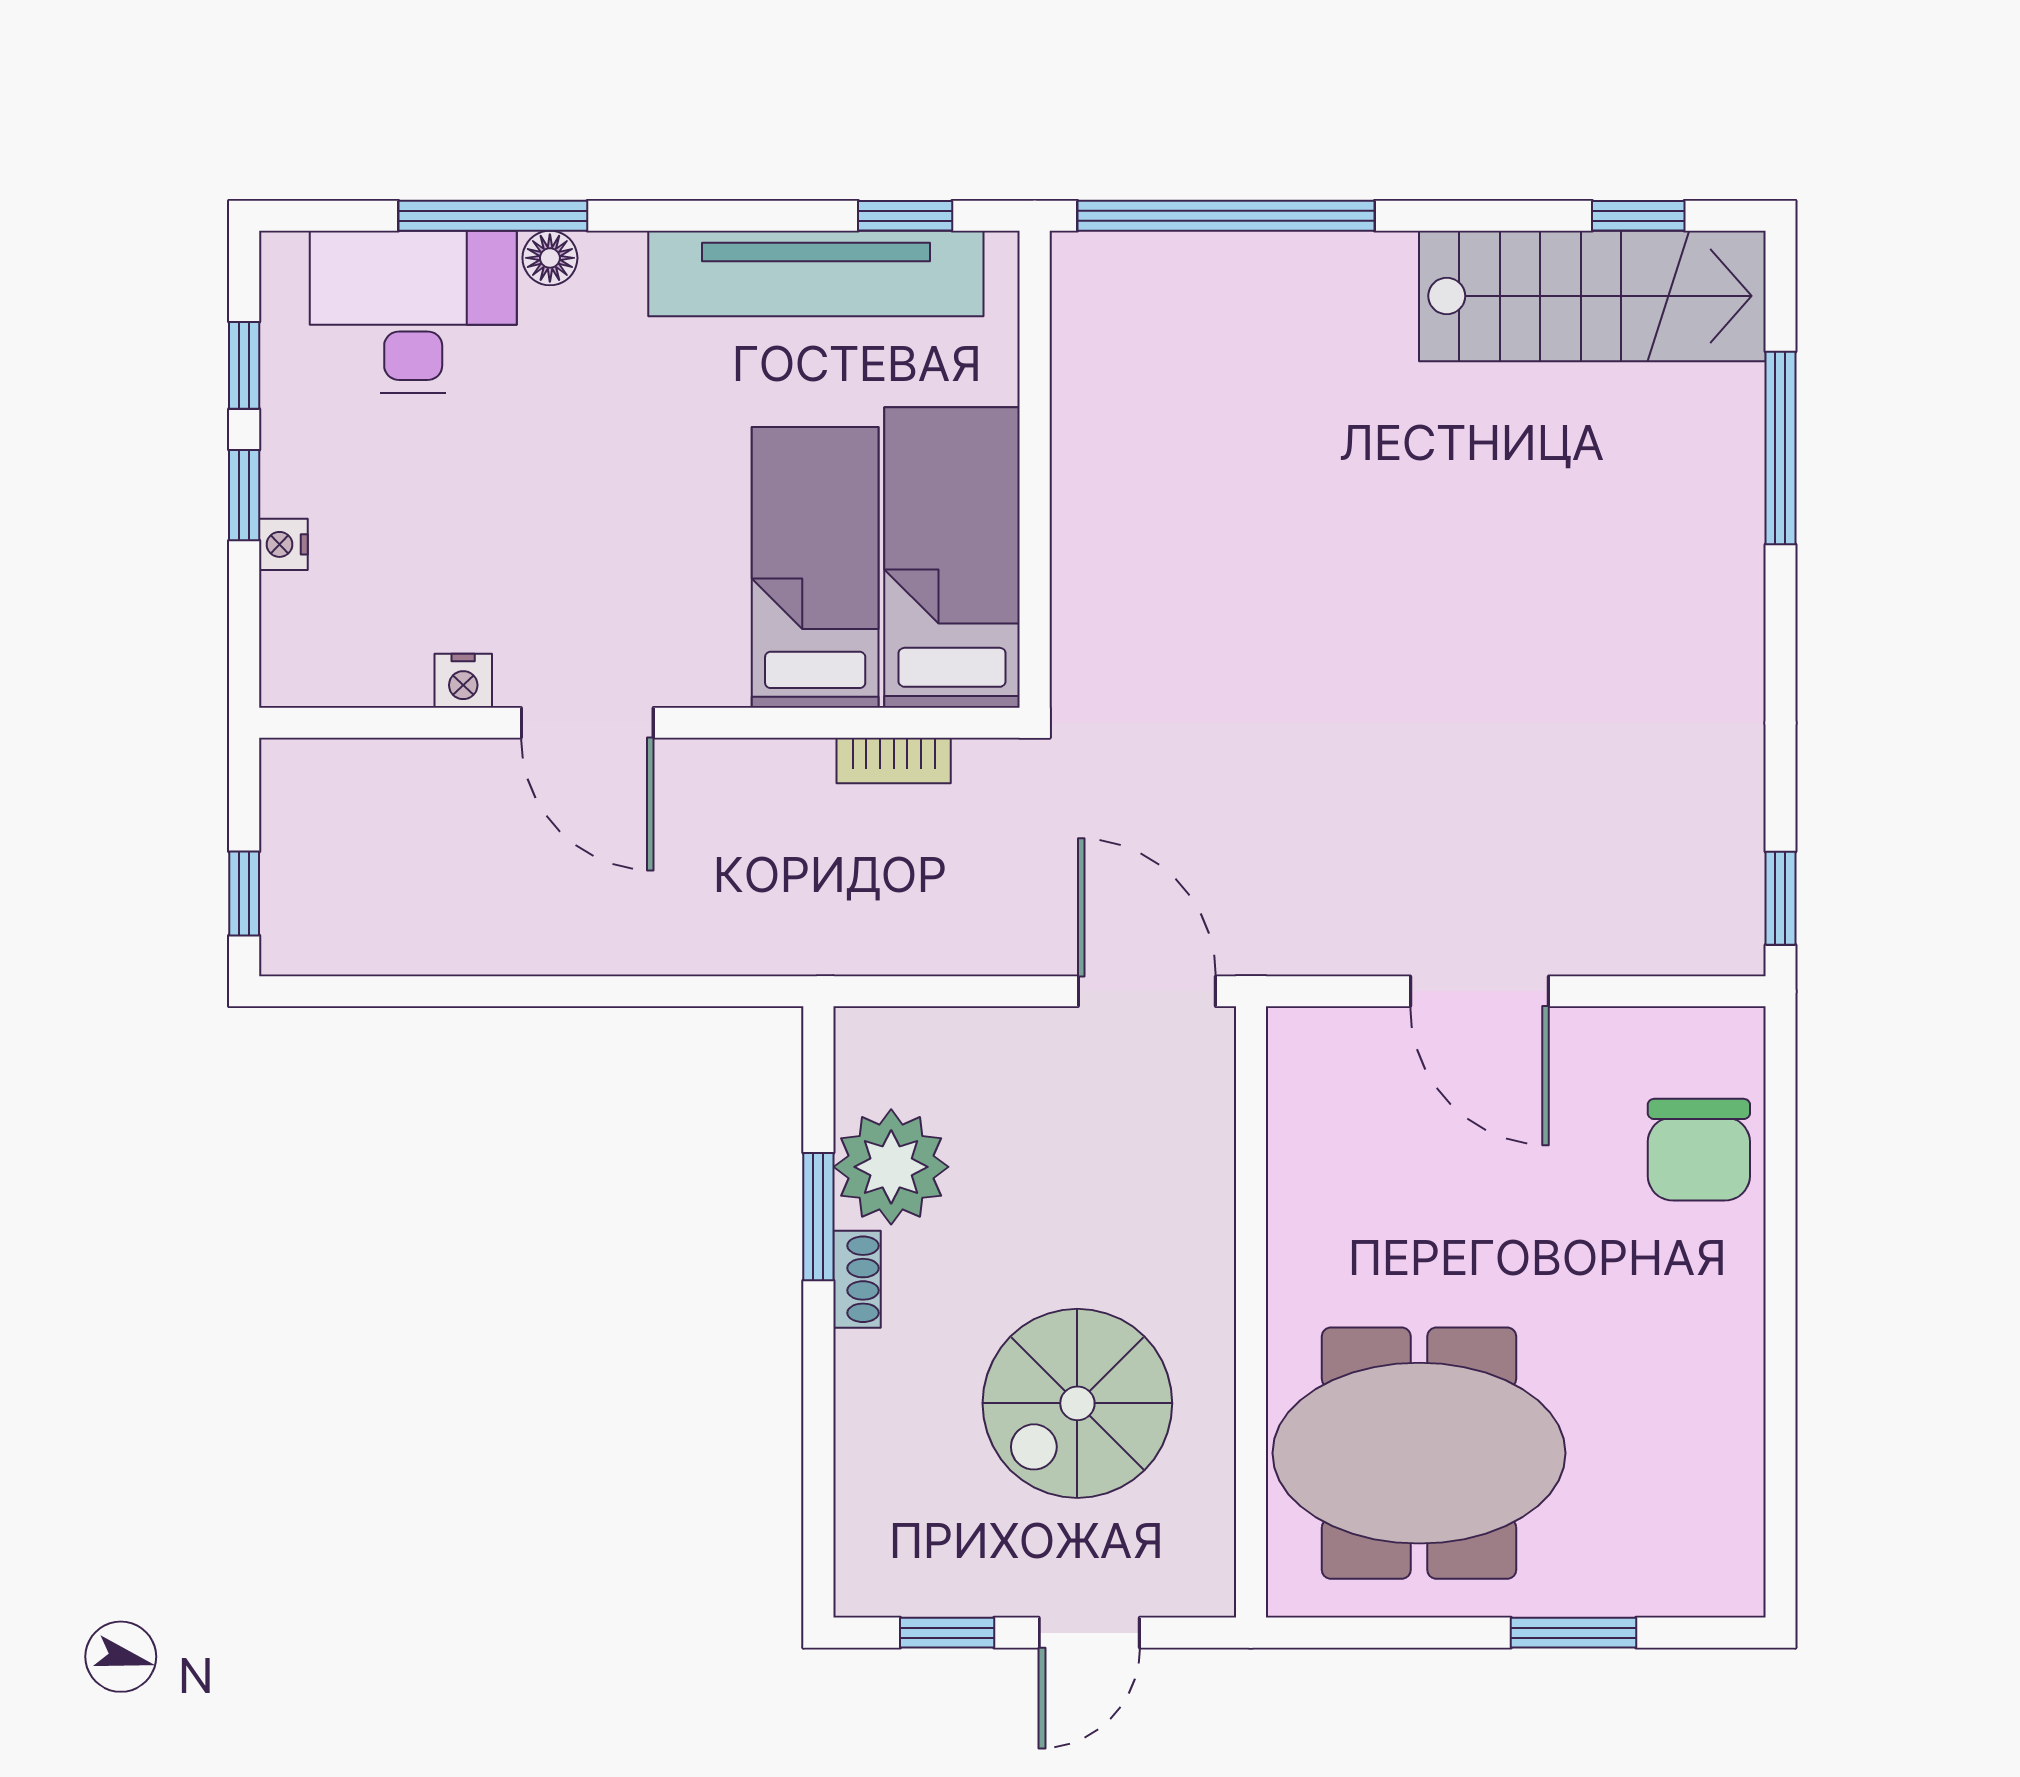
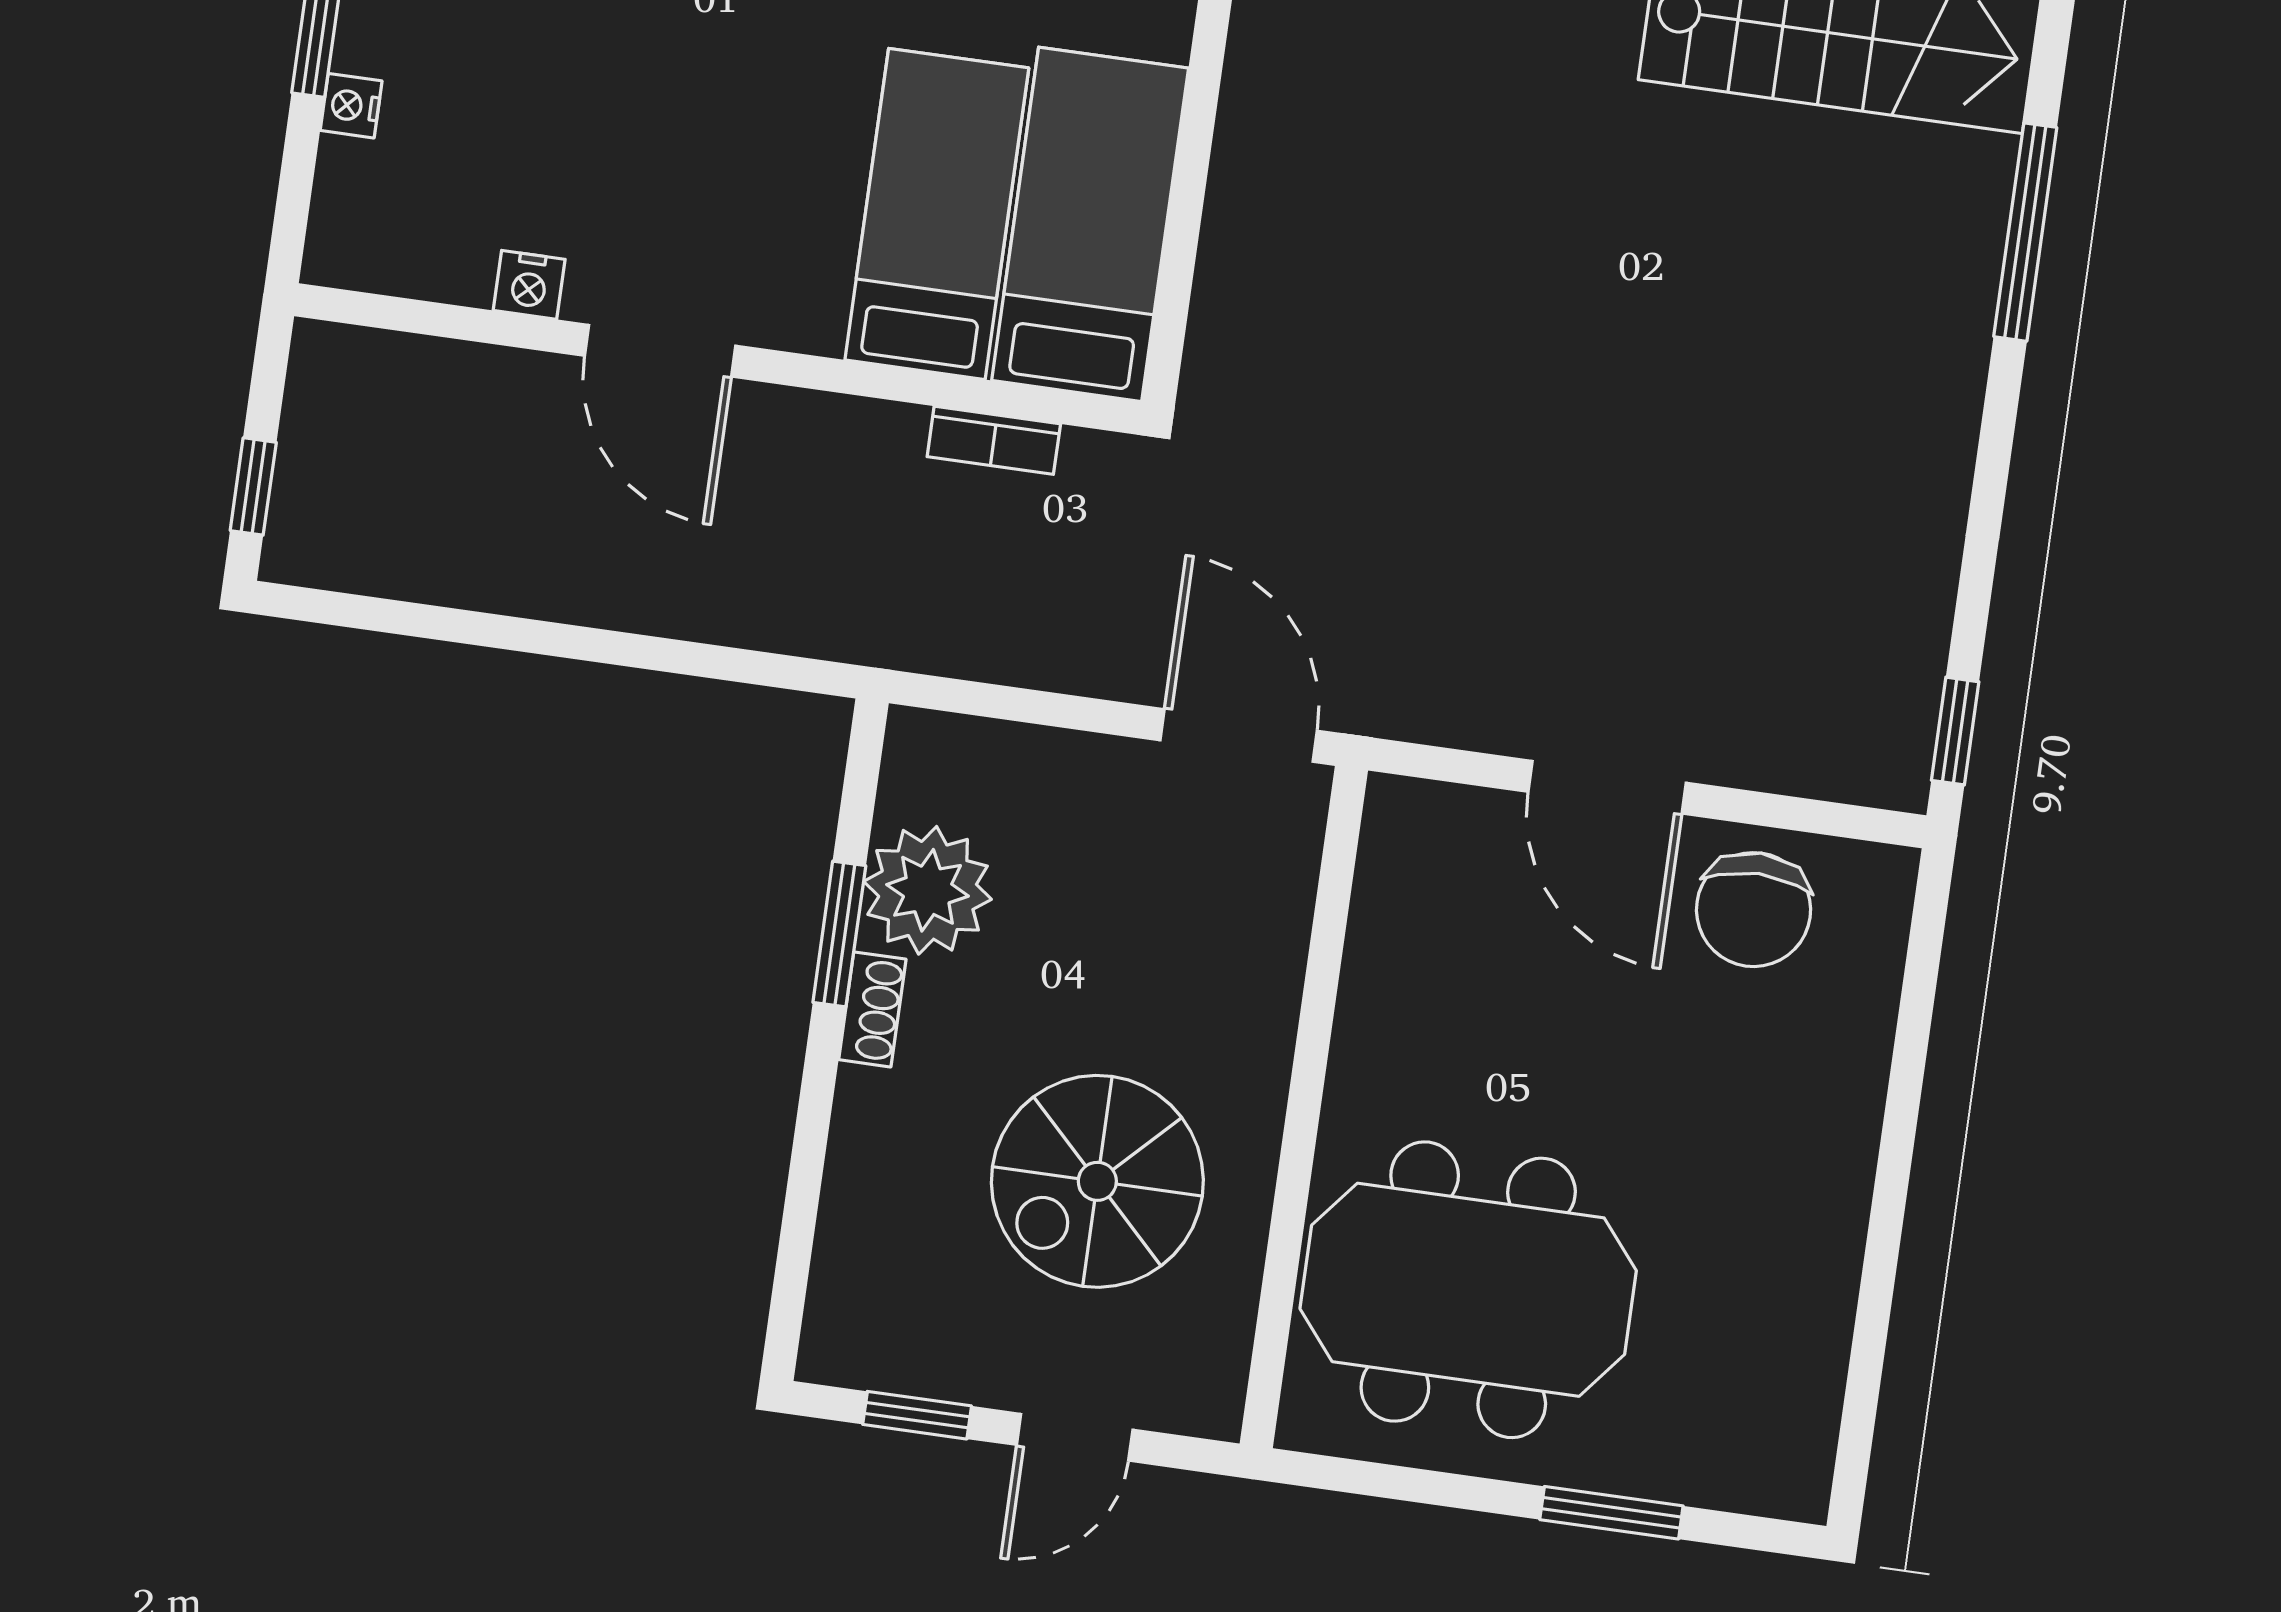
chair: (1699, 1150) -> (1754, 910), moved

